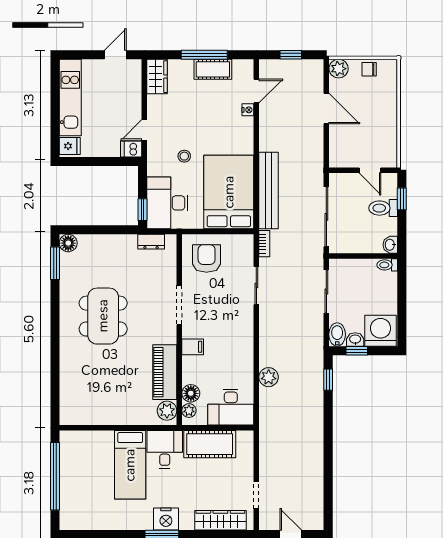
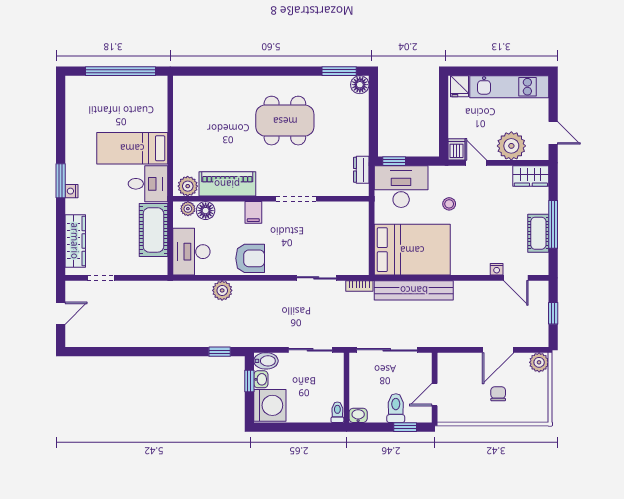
chair: (369, 69) -> (498, 394), moved
plant: (128, 96) -> (511, 146), added
armchair: (207, 258) -> (250, 258), moved
nightstand: (166, 519) -> (71, 191), width x0.53, depth x0.56

